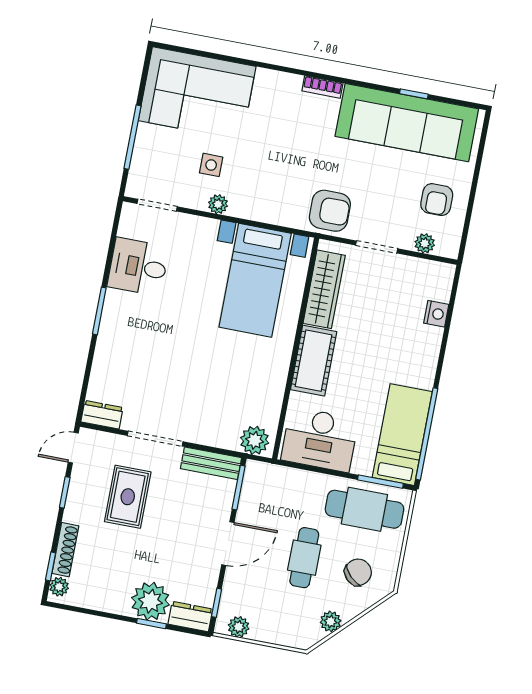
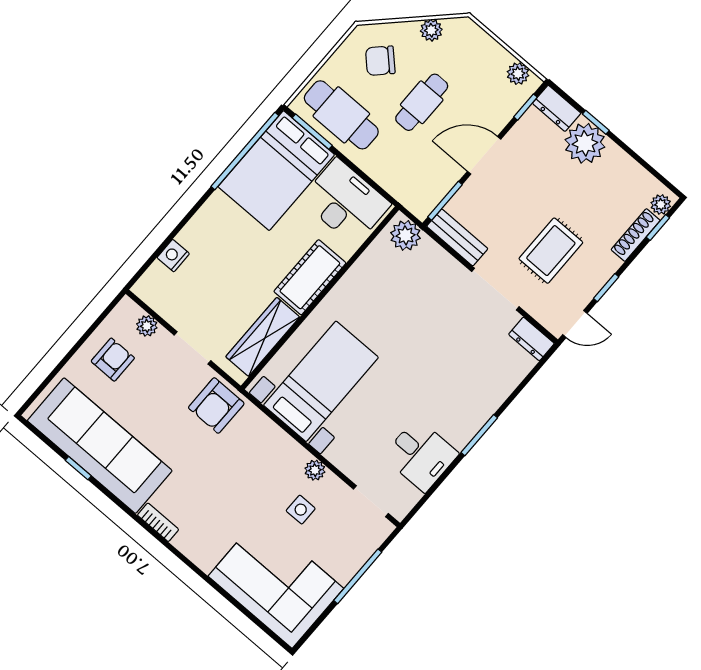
armchair: (330, 211) -> (216, 406), turned -90
bed: (402, 435) -> (276, 171), width x1.50

